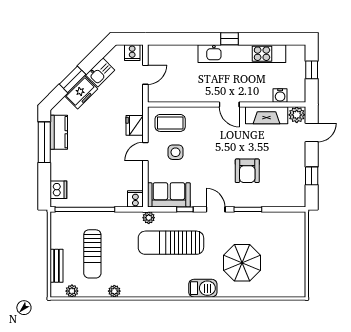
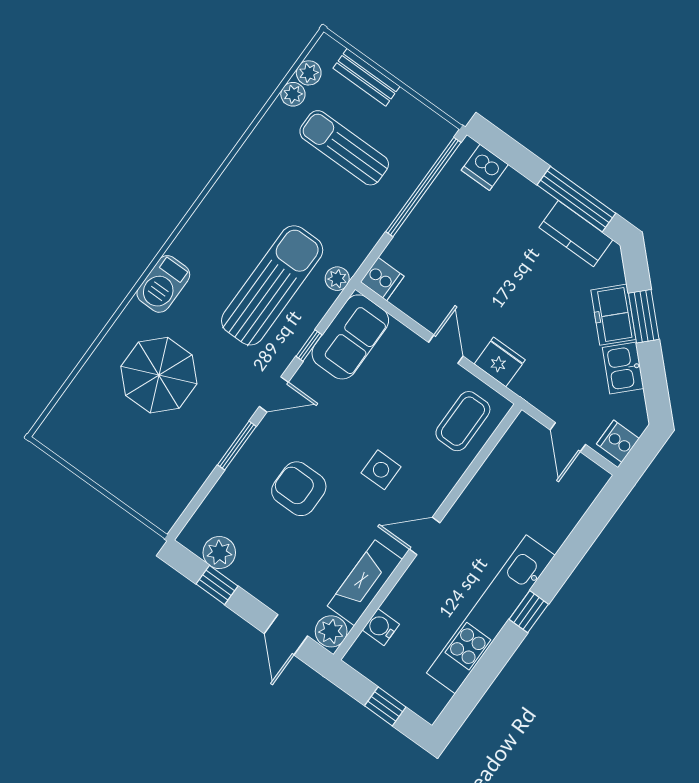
side table: (175, 152) -> (381, 470), moved
plant: (297, 185) -> (219, 553), added
plant: (114, 291) -> (293, 94), moved

